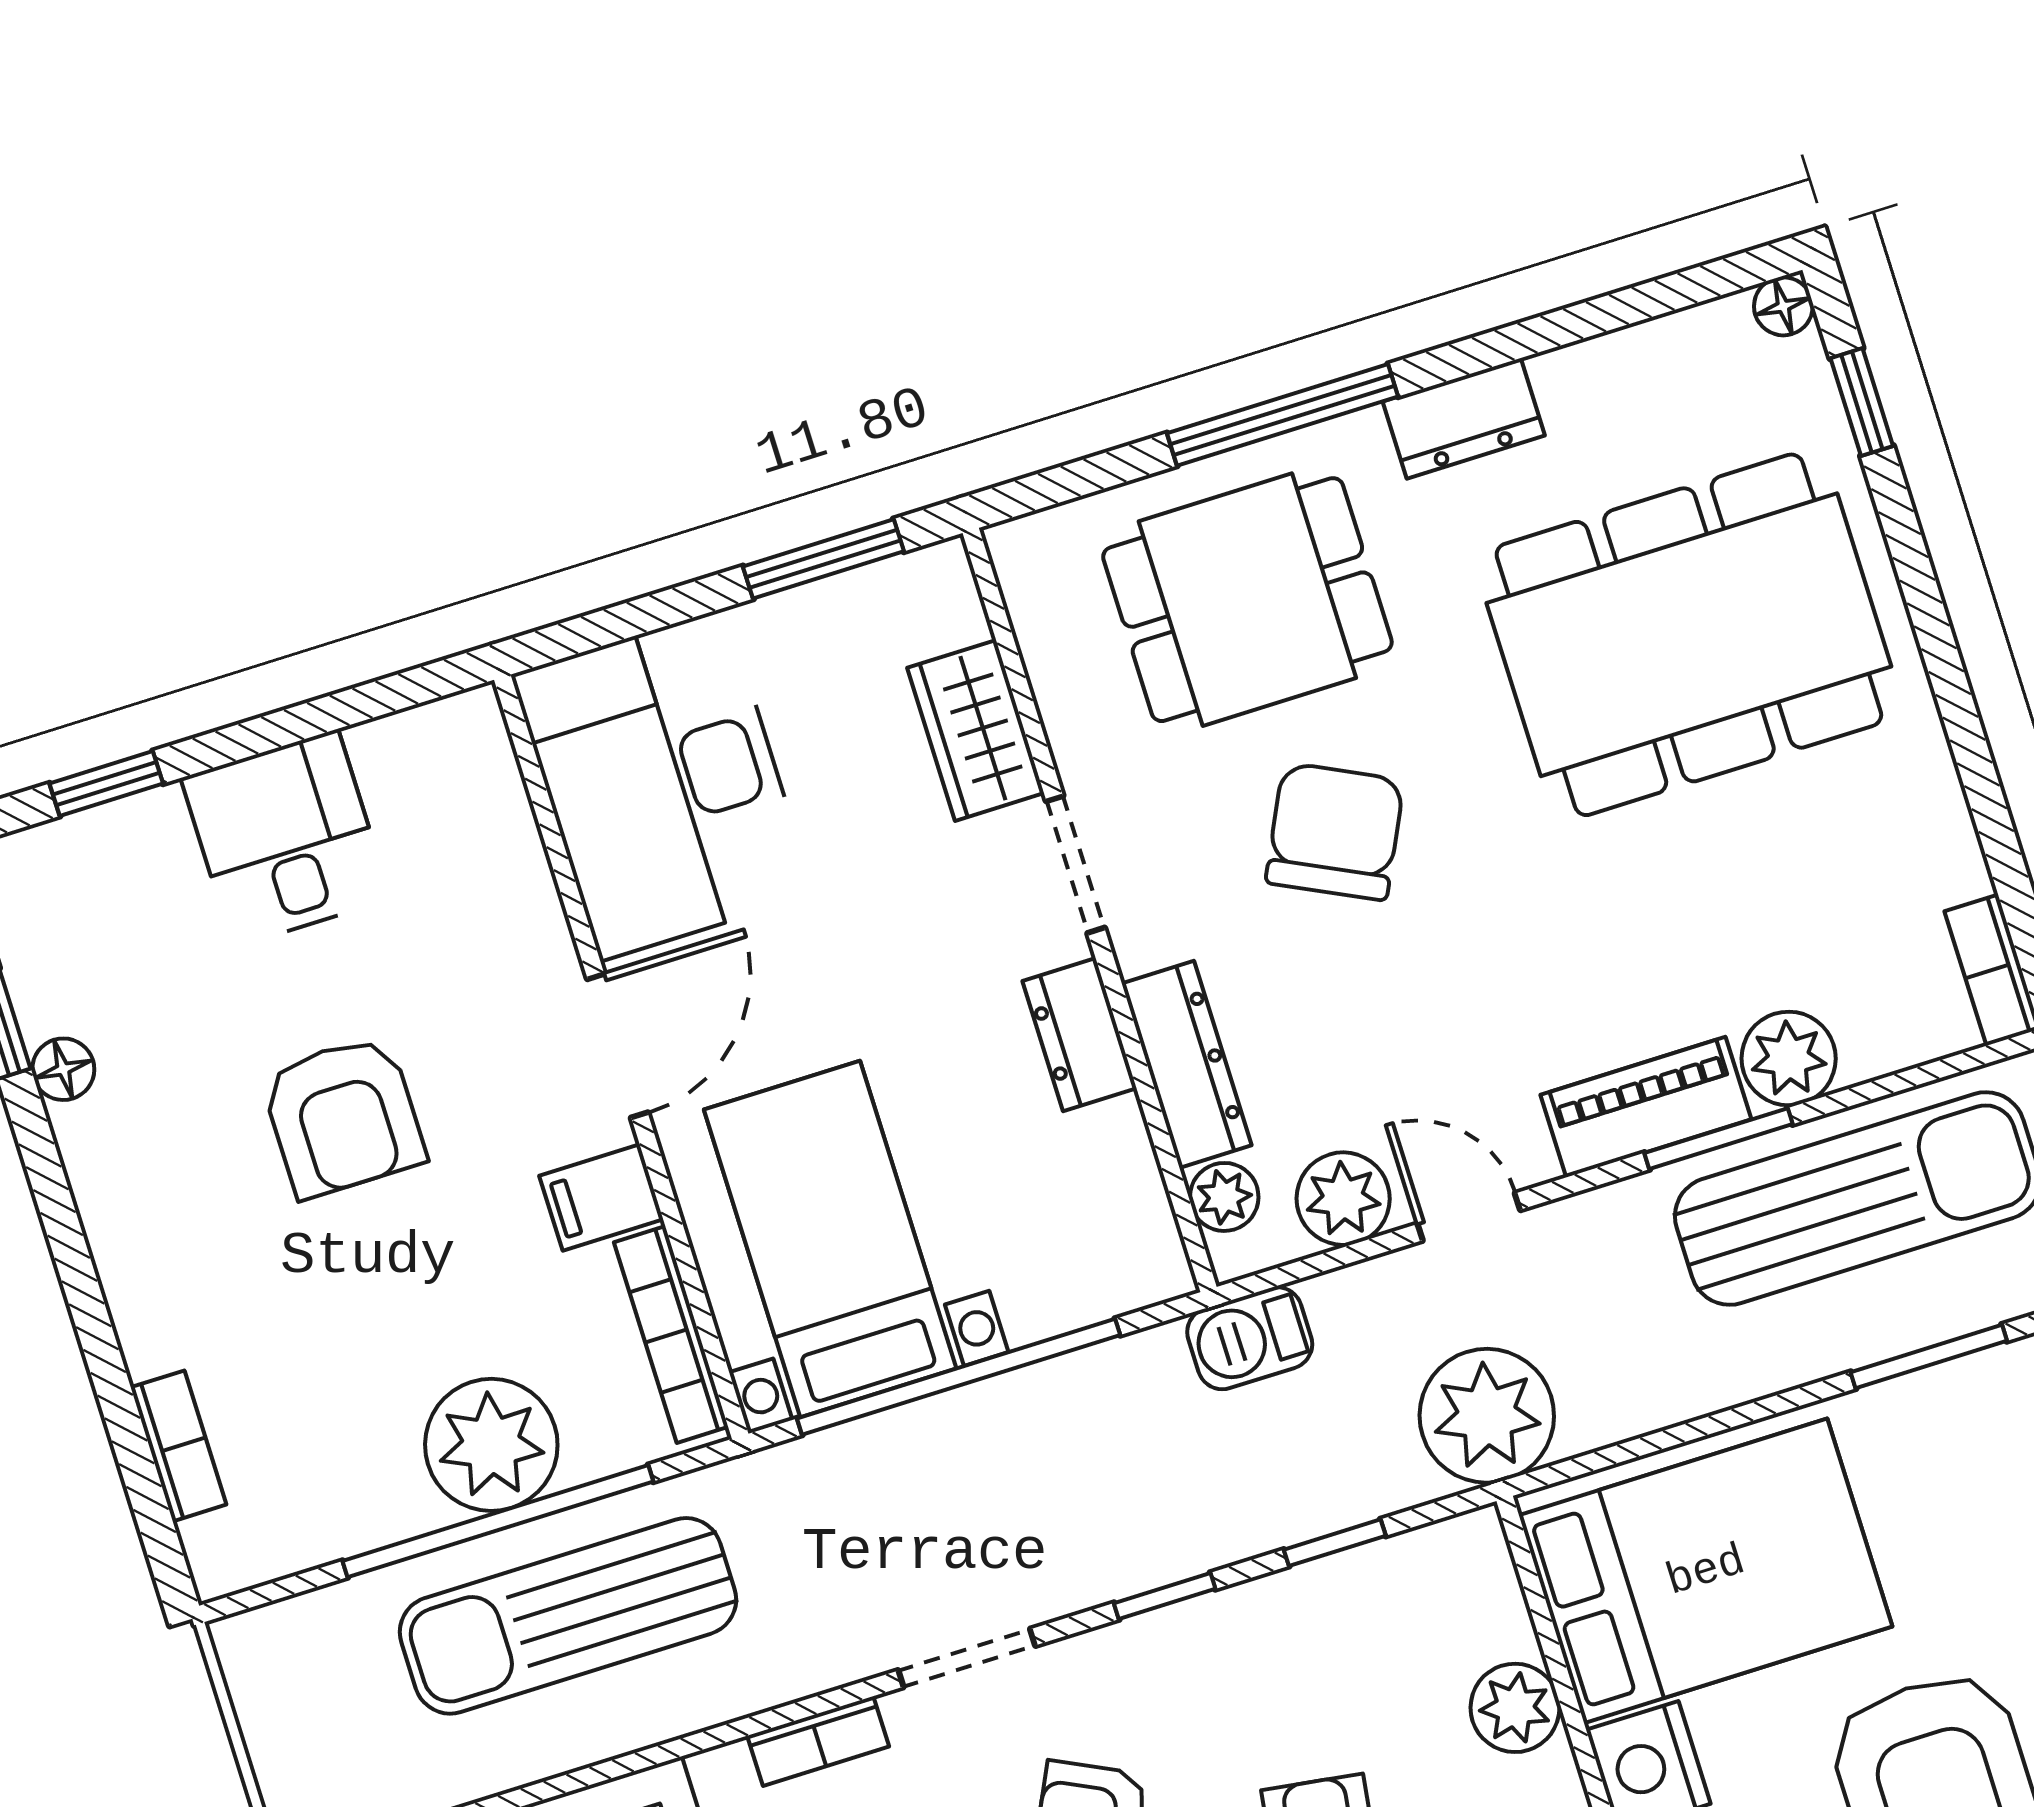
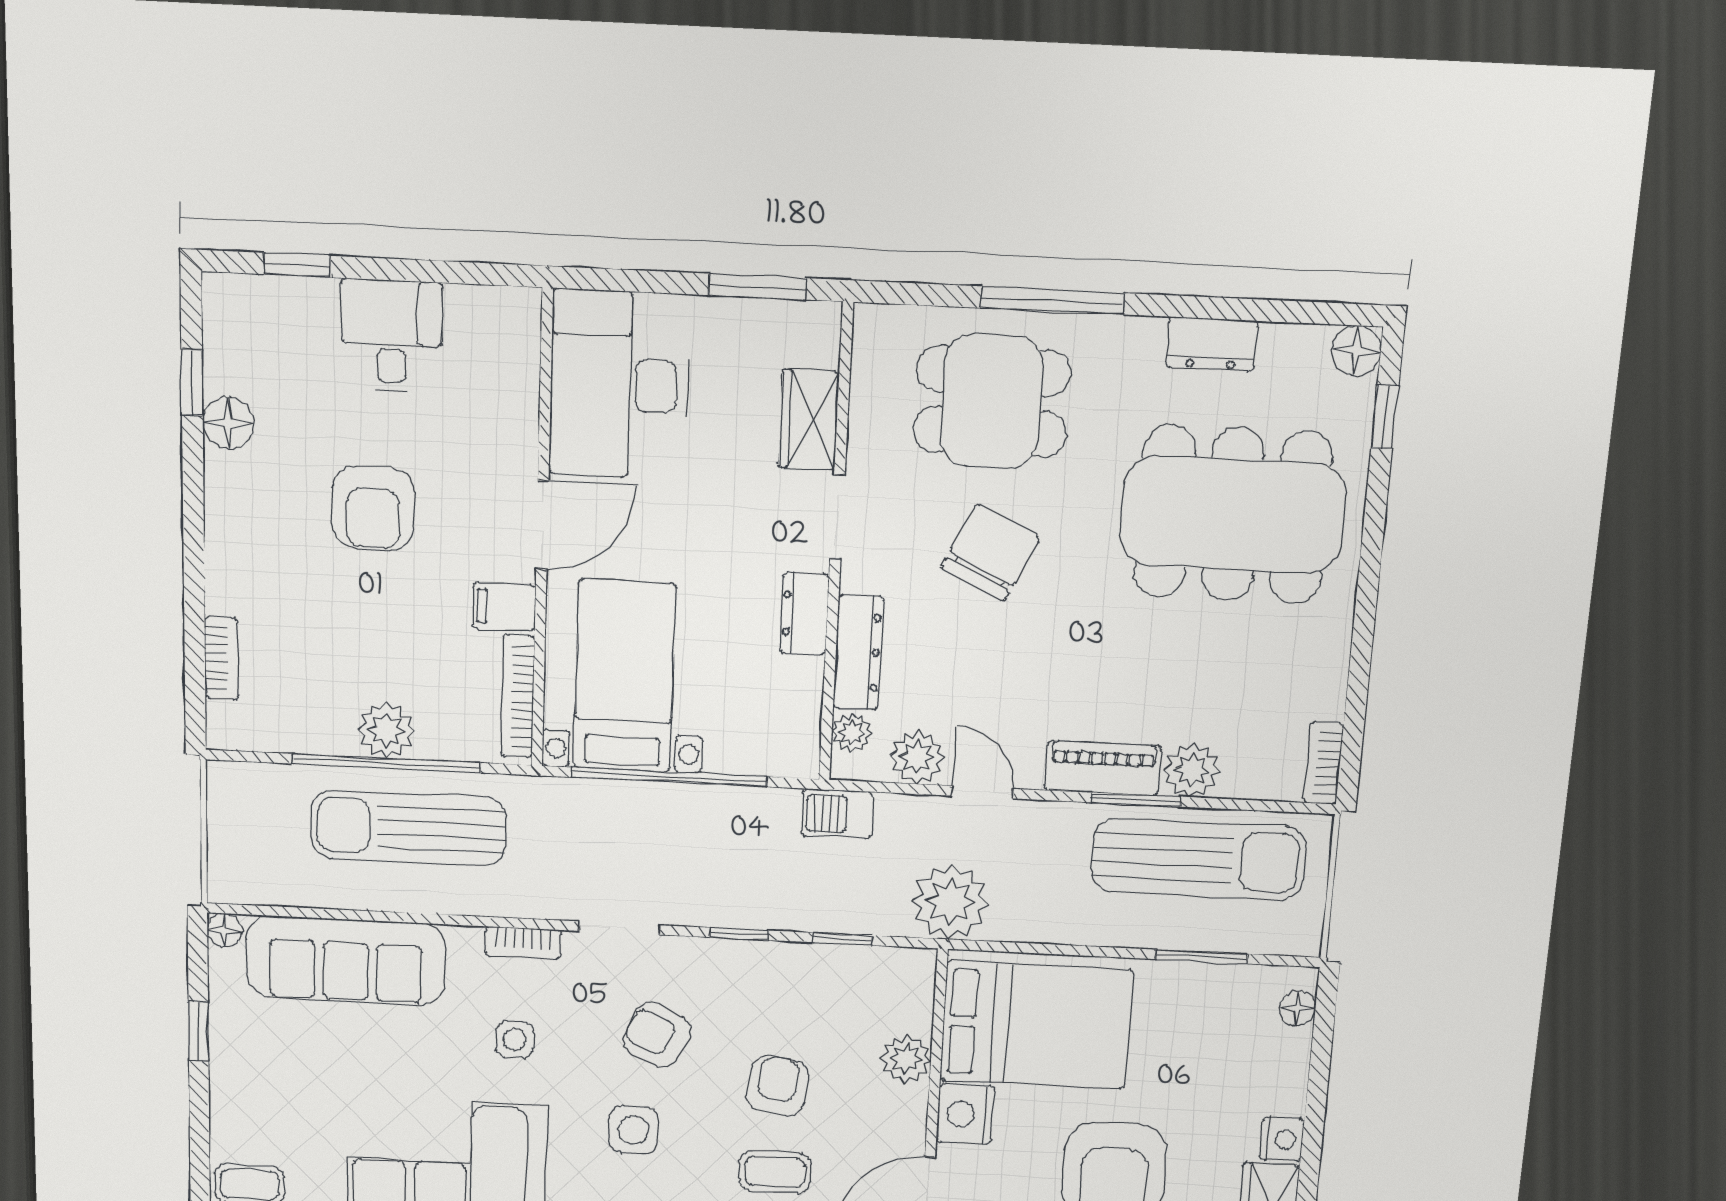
floor lamp: (1783, 306) -> (1356, 351), width x1.37, depth x1.37
dresser: (1464, 418) -> (1212, 344), moved
floor lamp: (63, 1069) -> (228, 423), width x1.37, depth x1.37
plant: (491, 1445) -> (386, 730), width x0.73, depth x0.73

